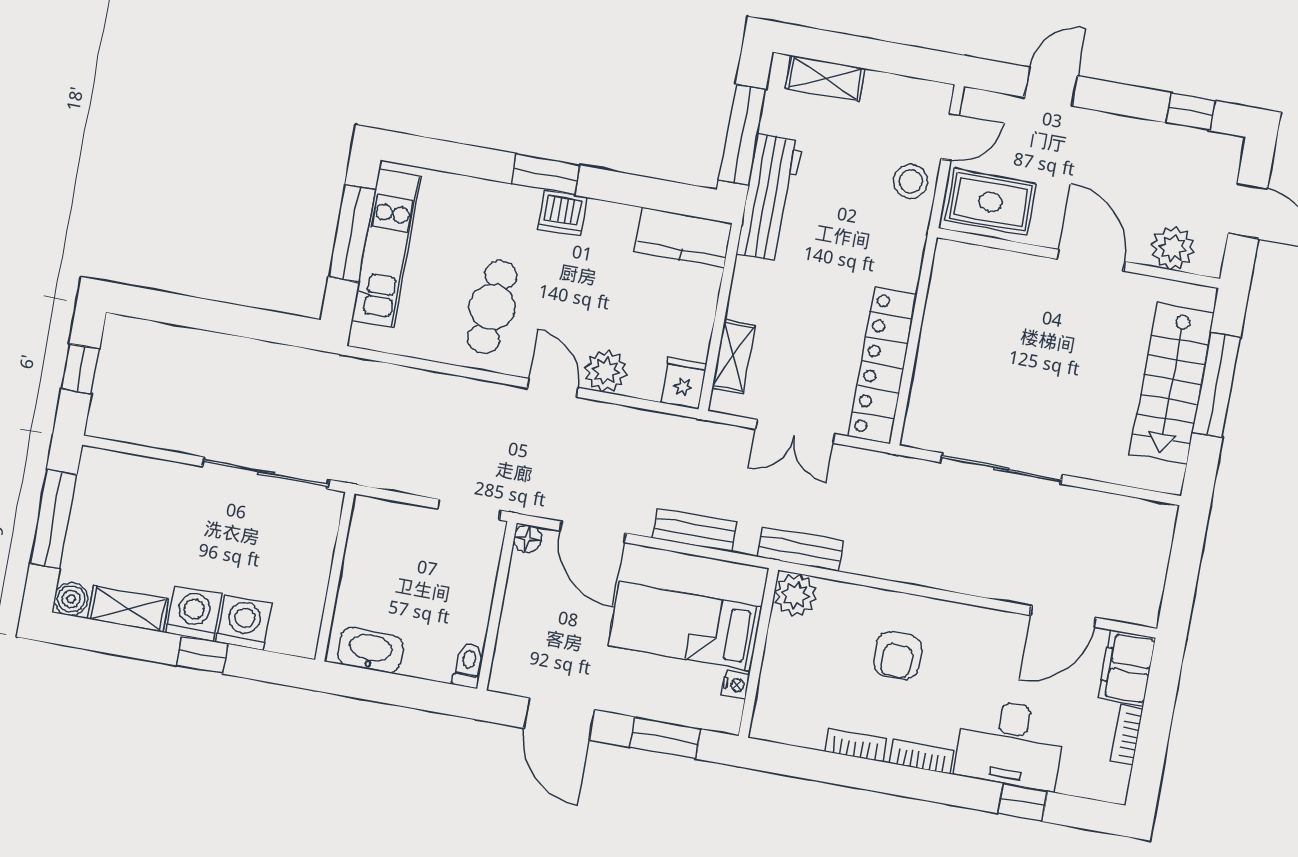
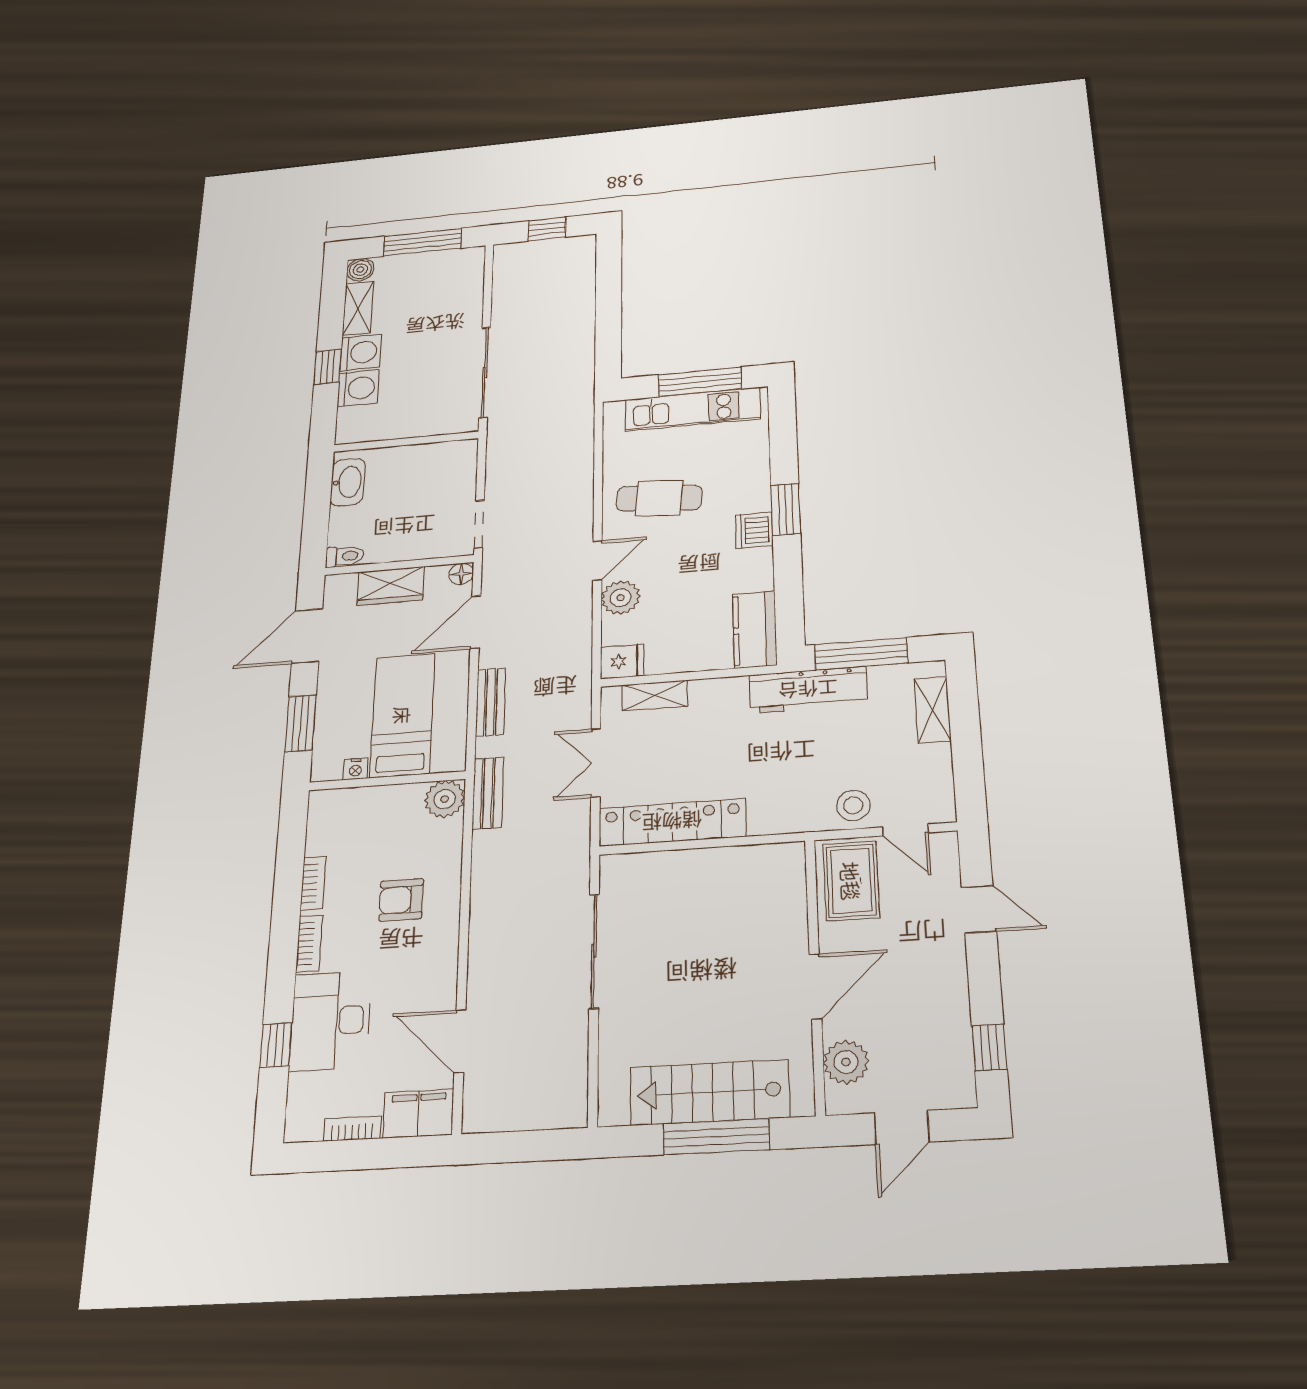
wardrobe: (521, 619) -> (391, 586), added

